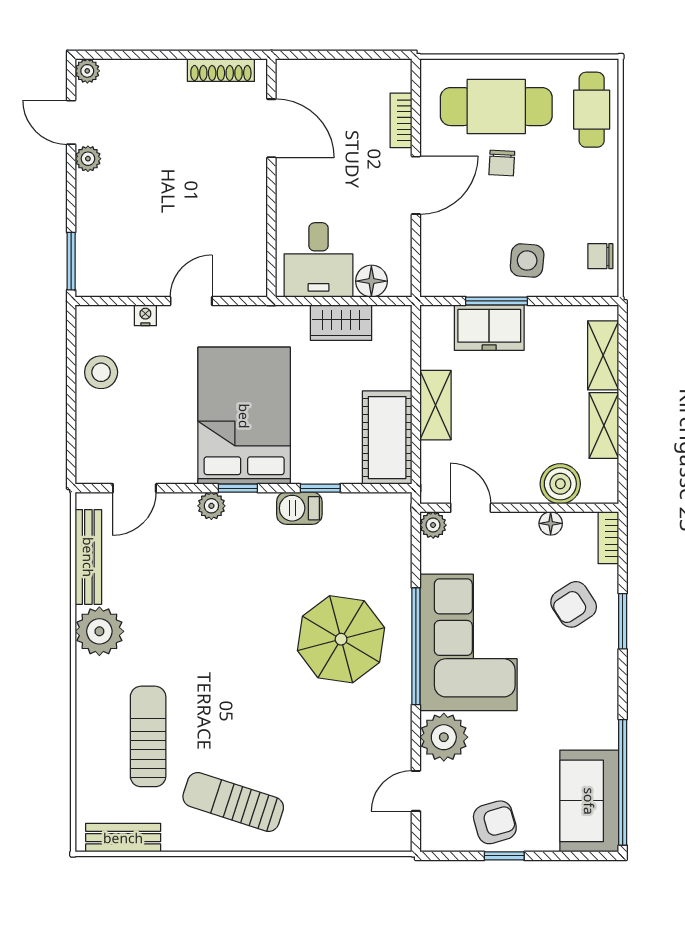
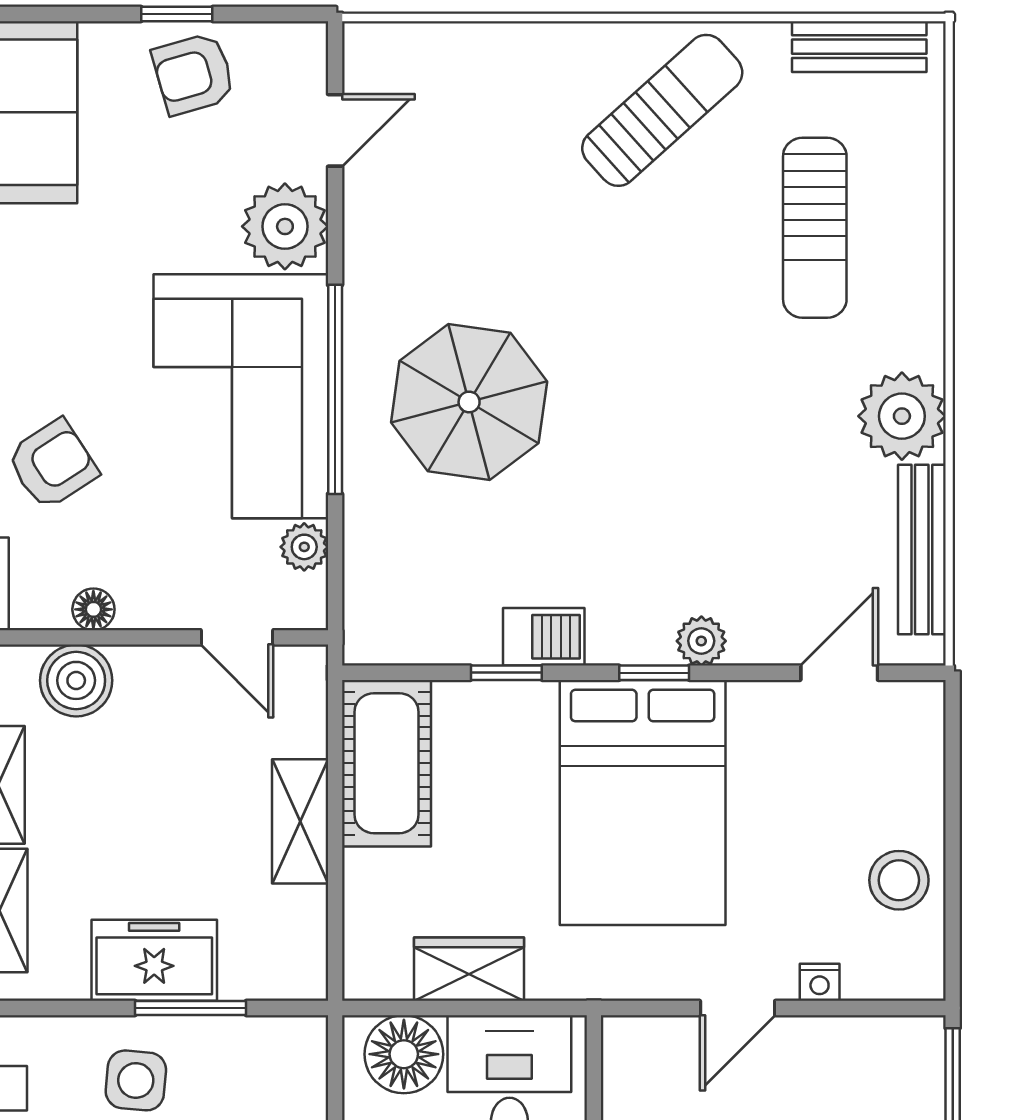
floor lamp: (371, 281) -> (404, 1054), width x1.38, depth x1.38
freezer: (489, 328) -> (154, 960), moved
plant: (433, 525) -> (304, 547), moved
sun lounger: (233, 802) -> (662, 110), turned -60

